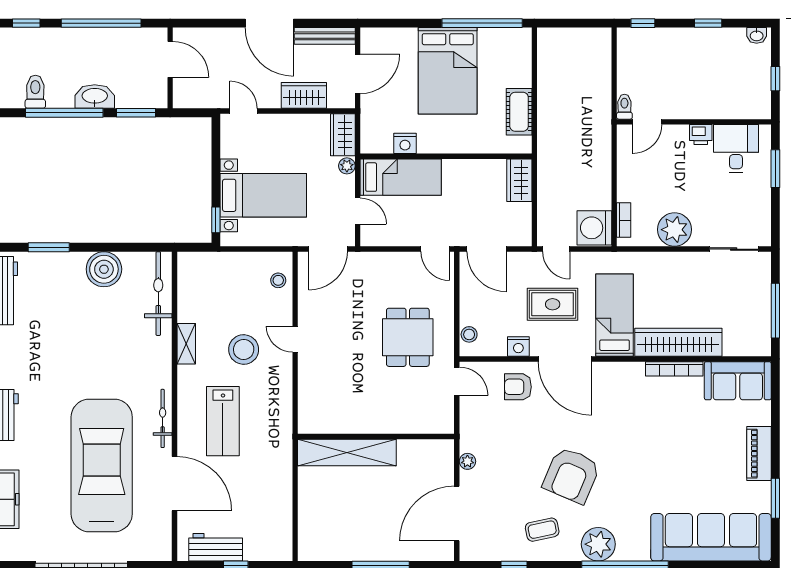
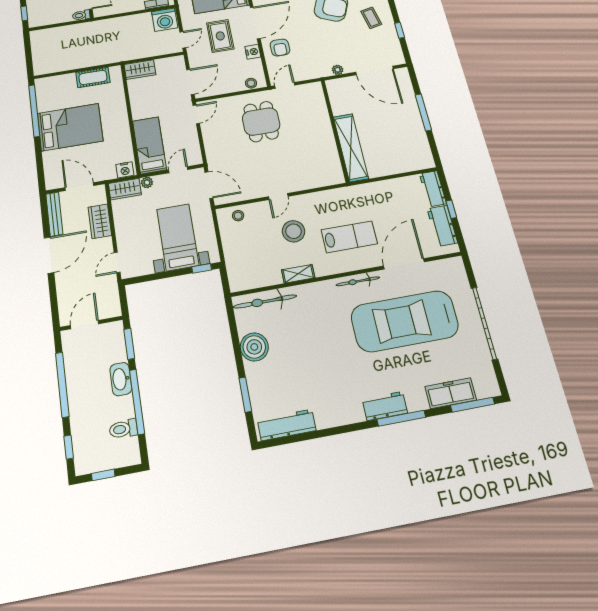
nightstand: (405, 143) -> (125, 170), moved, turned 90
dining table: (408, 337) -> (261, 122), turned 90
workbench: (268, 549) -> (433, 189), added

